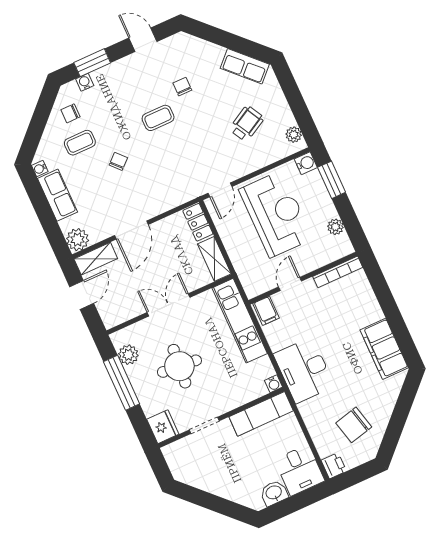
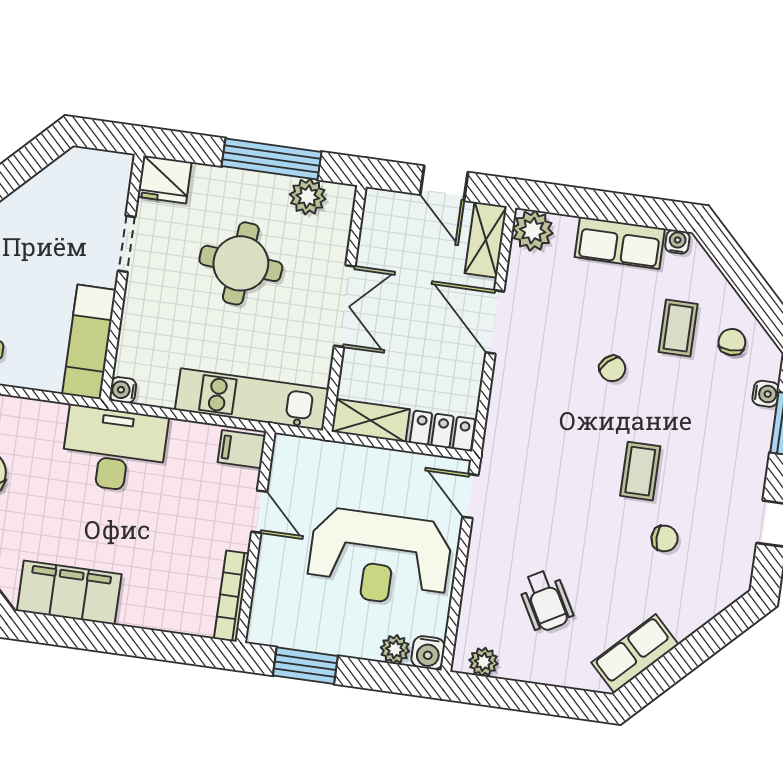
window: (332, 180) -> (305, 666), moved
plant: (335, 227) -> (395, 649), moved

